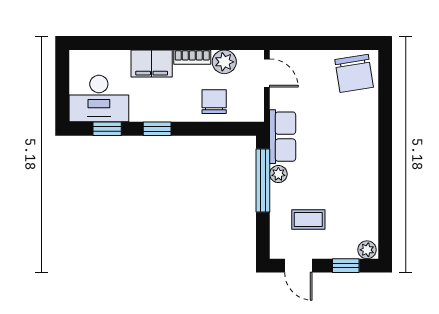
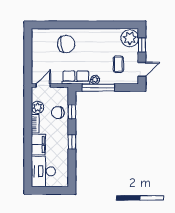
chair: (354, 73) -> (66, 44), moved
desk: (99, 99) -> (43, 171), moved, turned 180
window: (107, 129) -> (72, 112), moved
plant: (367, 250) -> (130, 38), width x1.88, depth x1.88

